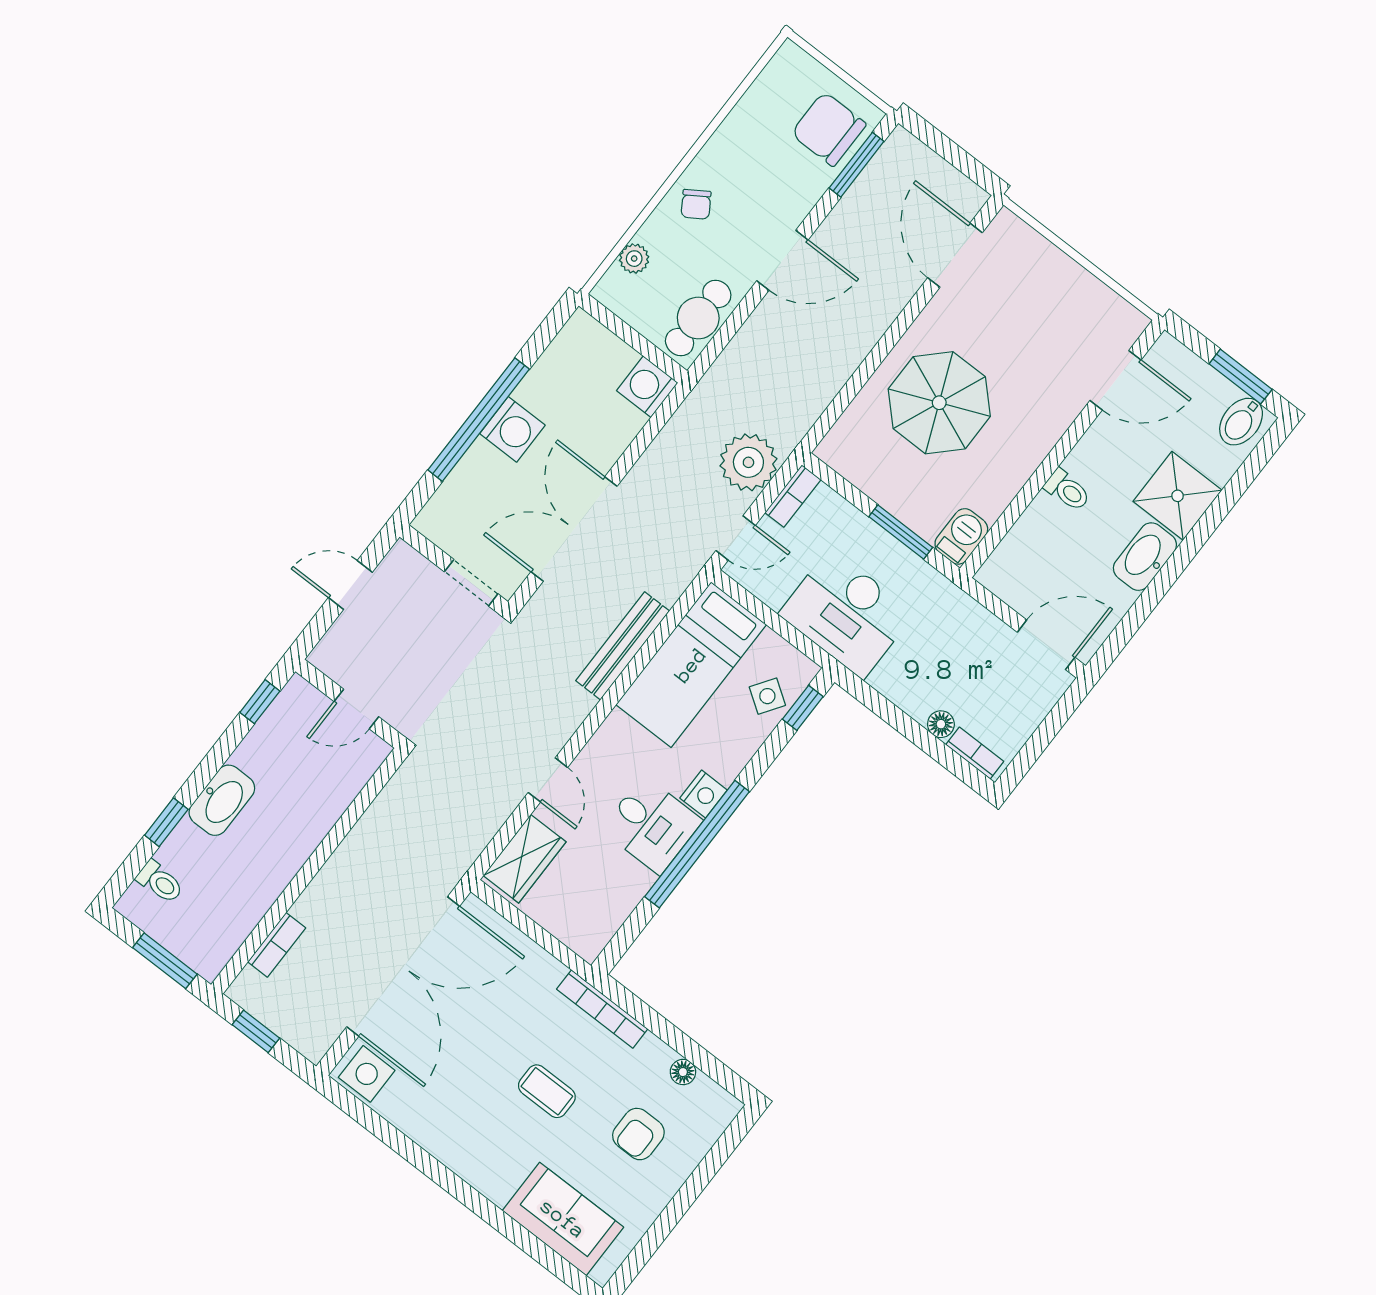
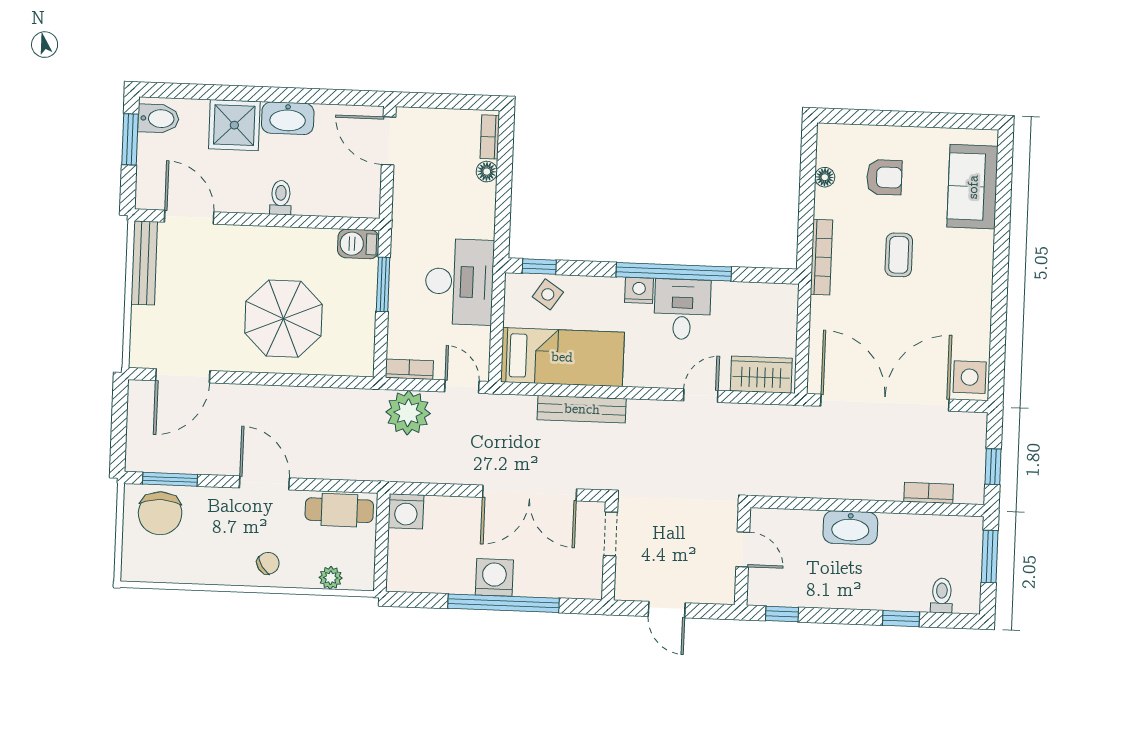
bench: (1101, 299) -> (144, 263), added
washbasin: (222, 800) -> (850, 528), moved, turned 180

